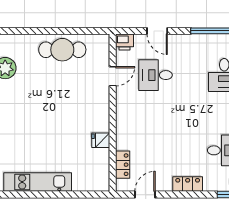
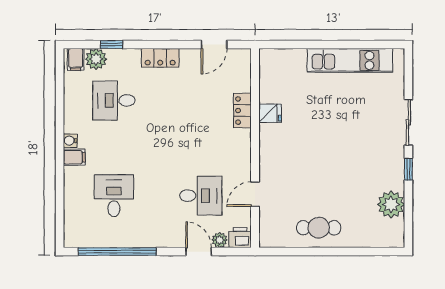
plant: (141, 40) -> (220, 240), added
cafe table: (62, 50) -> (319, 228), width x0.73, depth x0.74
locker: (123, 165) -> (242, 111), moved

